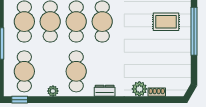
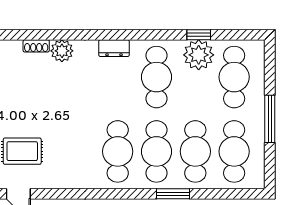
plant: (53, 91) -> (199, 55), width x1.88, depth x1.88
window: (20, 100) -> (199, 35), moved

